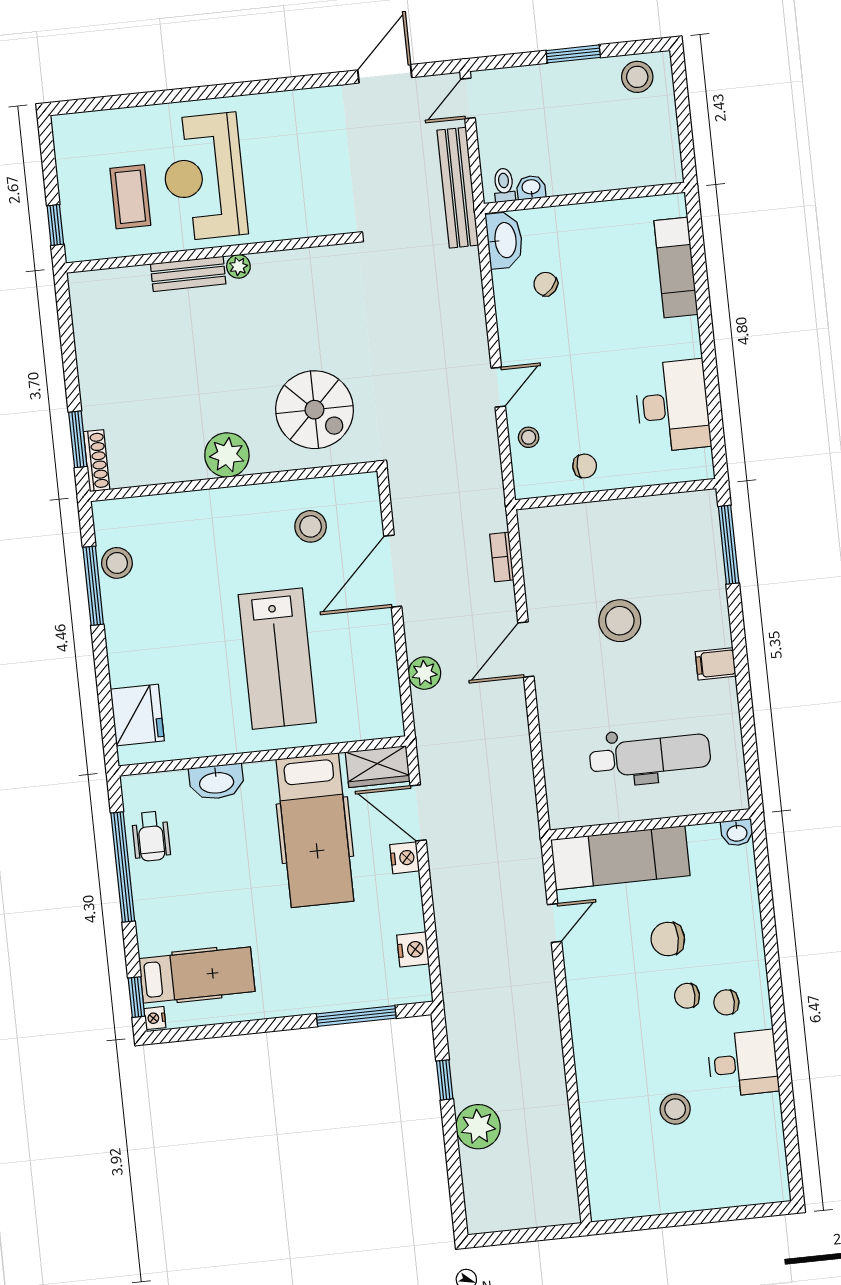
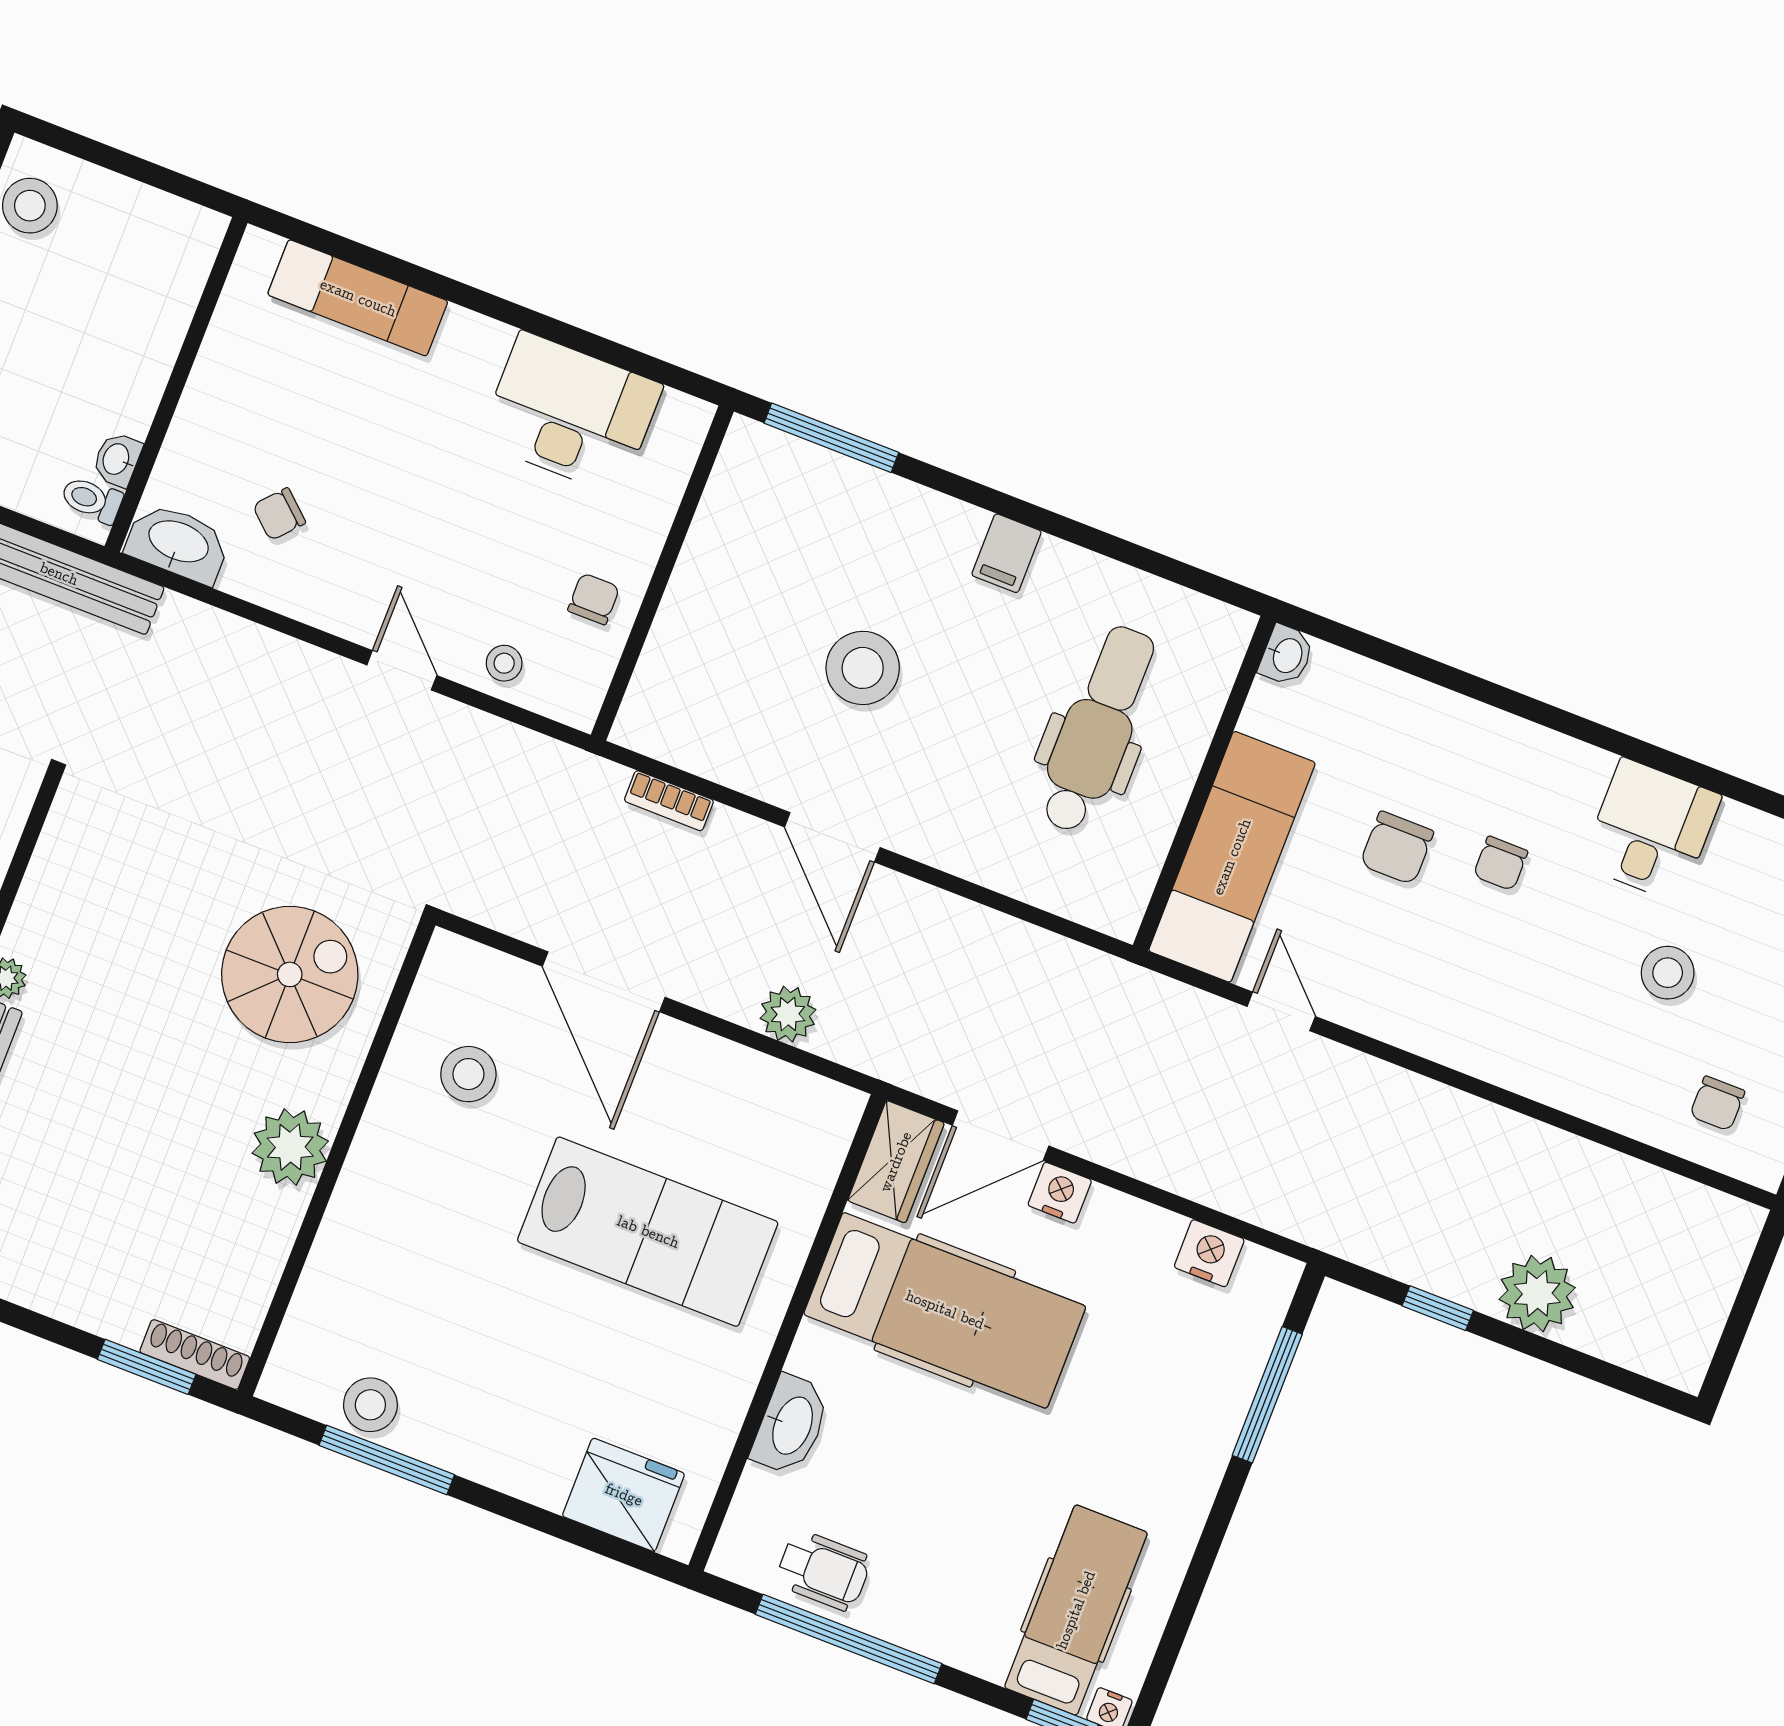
chair: (726, 1002) -> (1717, 1103), moved

